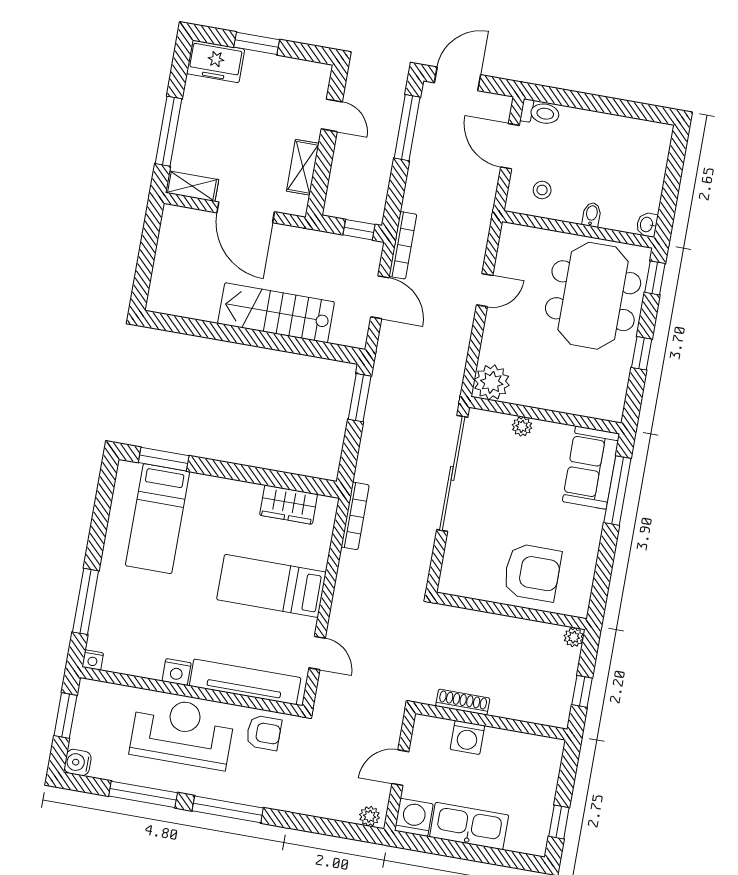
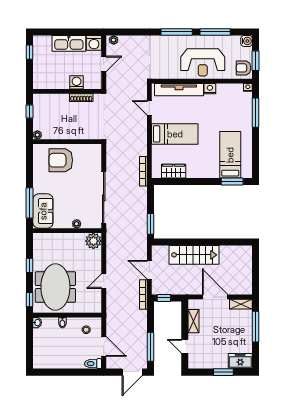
armchair: (264, 733) -> (243, 68), moved

